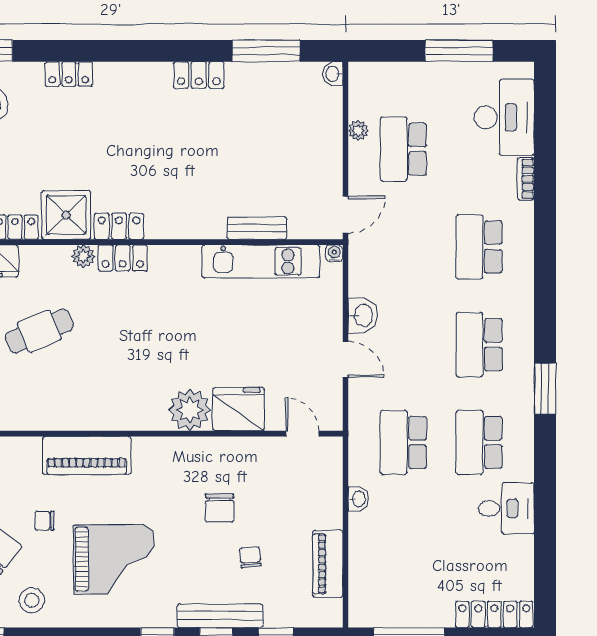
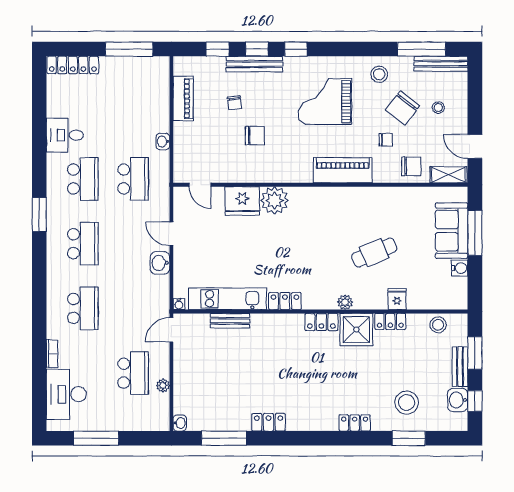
locker: (123, 258) -> (285, 301), moved
chair: (220, 508) -> (255, 136), turned 90
chair: (44, 521) -> (386, 140), moved

